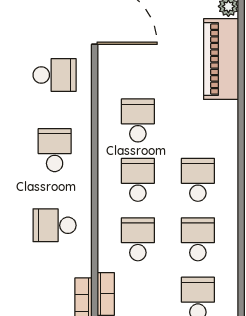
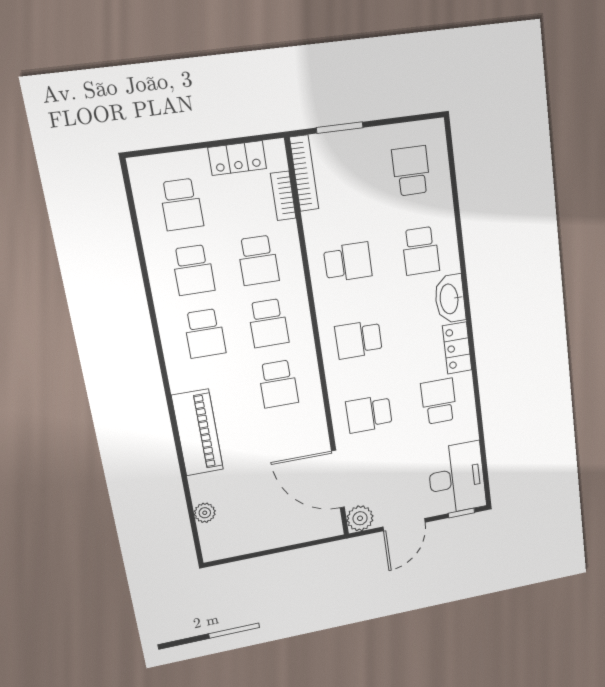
piano: (221, 59) -> (198, 433), moved
school desk: (55, 150) -> (359, 340), turned 90

